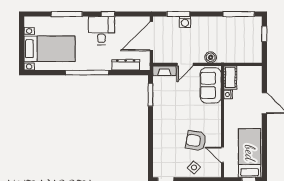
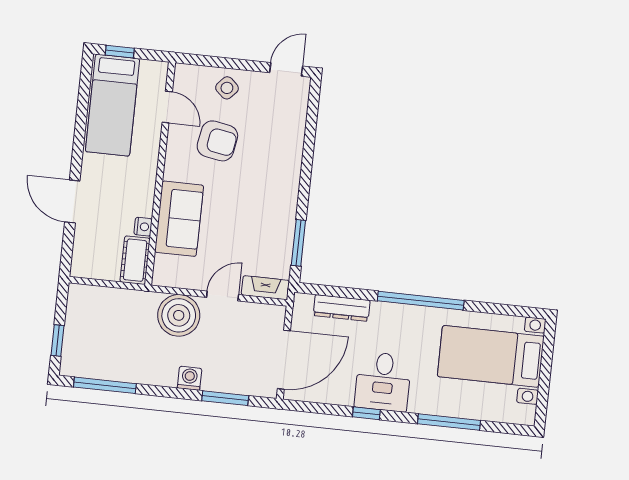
washing machine: (185, 22) -> (190, 378), moved
boiler: (211, 57) -> (179, 315), width x1.86, depth x1.86
sofa: (211, 85) -> (179, 219), moved

